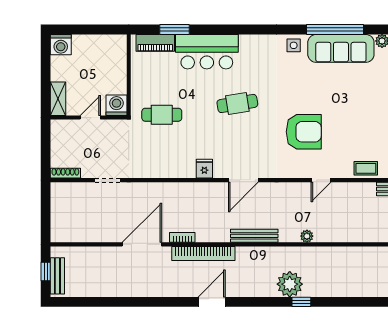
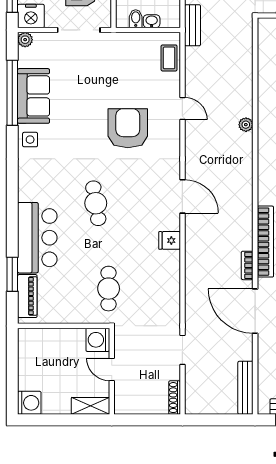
sofa: (341, 48) -> (34, 96), width x0.73
bench: (254, 236) -> (245, 388), moved

